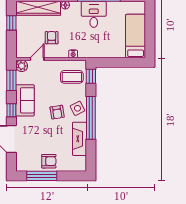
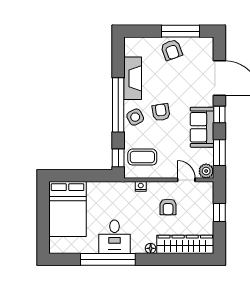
window: (11, 23) -> (219, 213), moved
bed: (136, 36) -> (68, 209), width x1.50
door: (37, 59) -> (186, 180), swing flipped
armchair: (49, 161) -> (172, 50), turned -110

